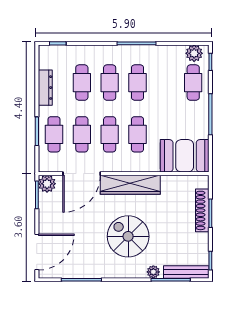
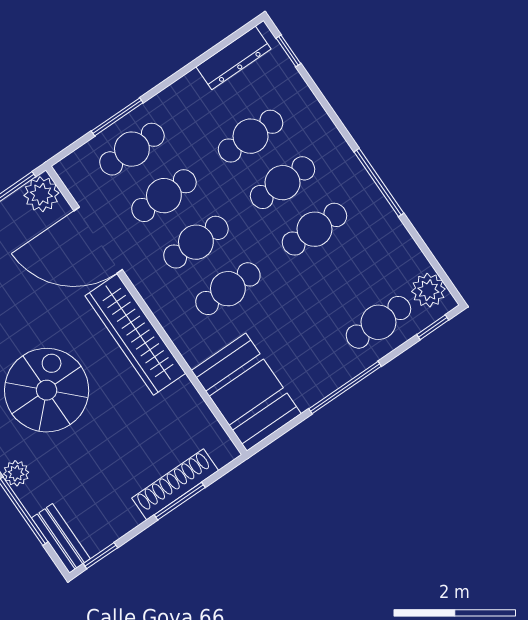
dresser: (45, 88) -> (234, 58), moved
bench: (186, 272) -> (61, 538), width x0.73

